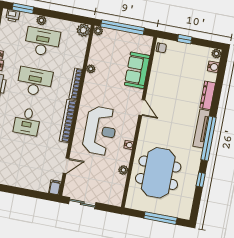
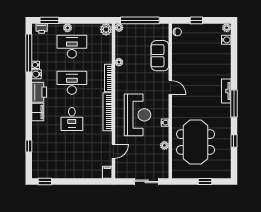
dresser: (208, 95) -> (226, 66), removed
tv unit: (202, 129) -> (226, 91), width x0.71
window: (209, 138) -> (234, 104), width x0.68
sliding door: (82, 203) -> (147, 181), moved
window: (160, 218) -> (205, 181), width x0.46

